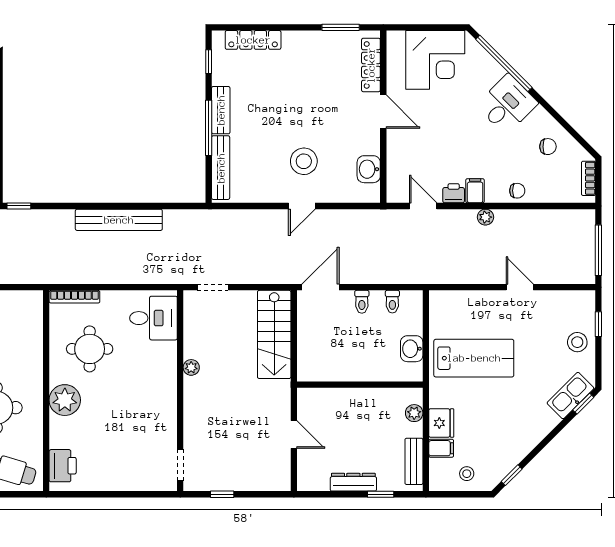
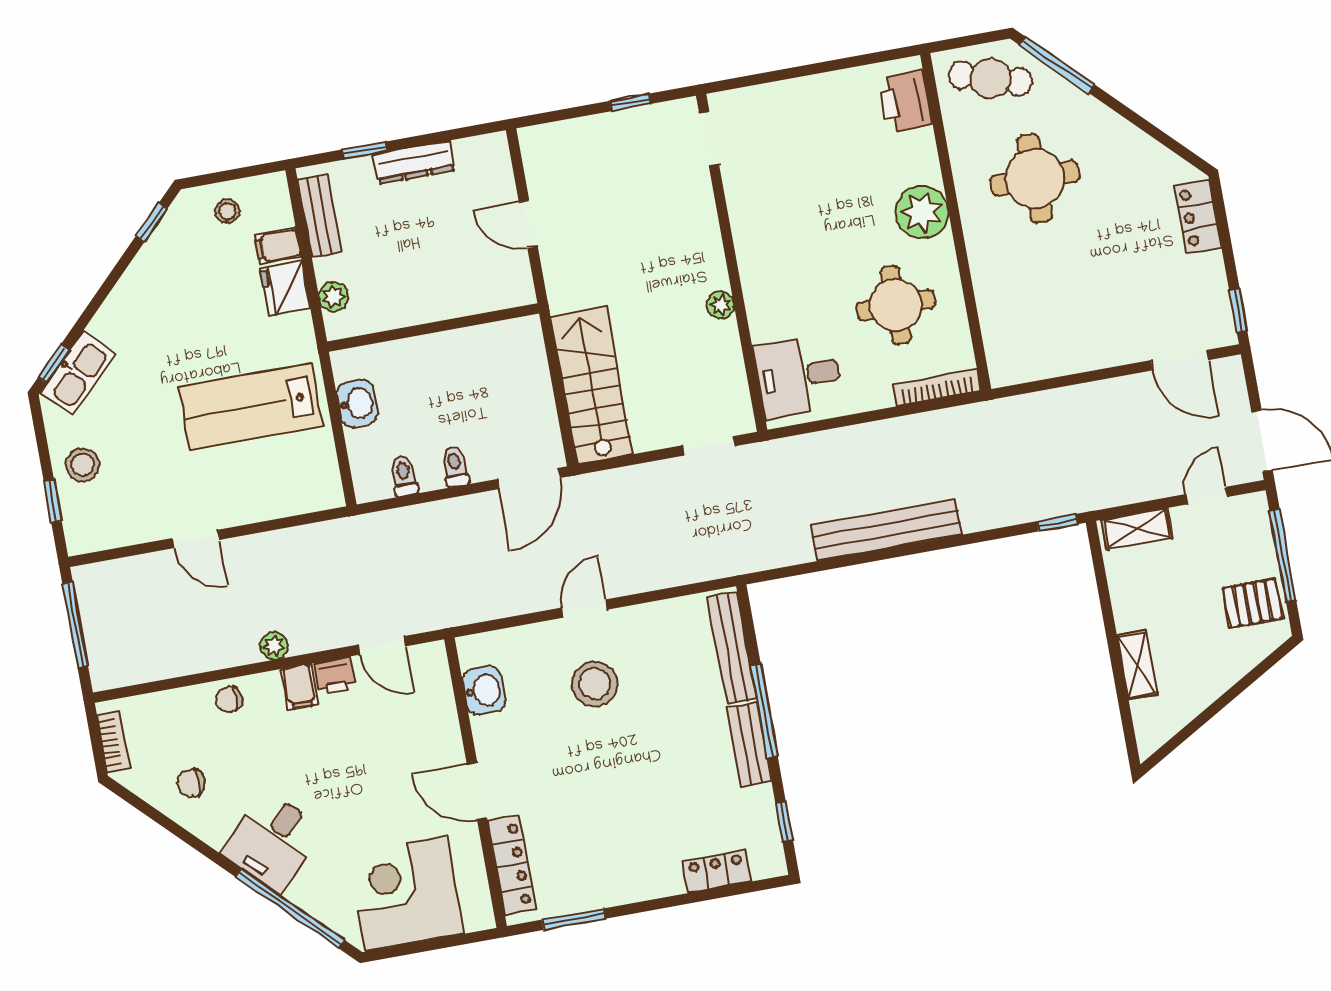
locker: (253, 40) -> (716, 871), width x0.66

